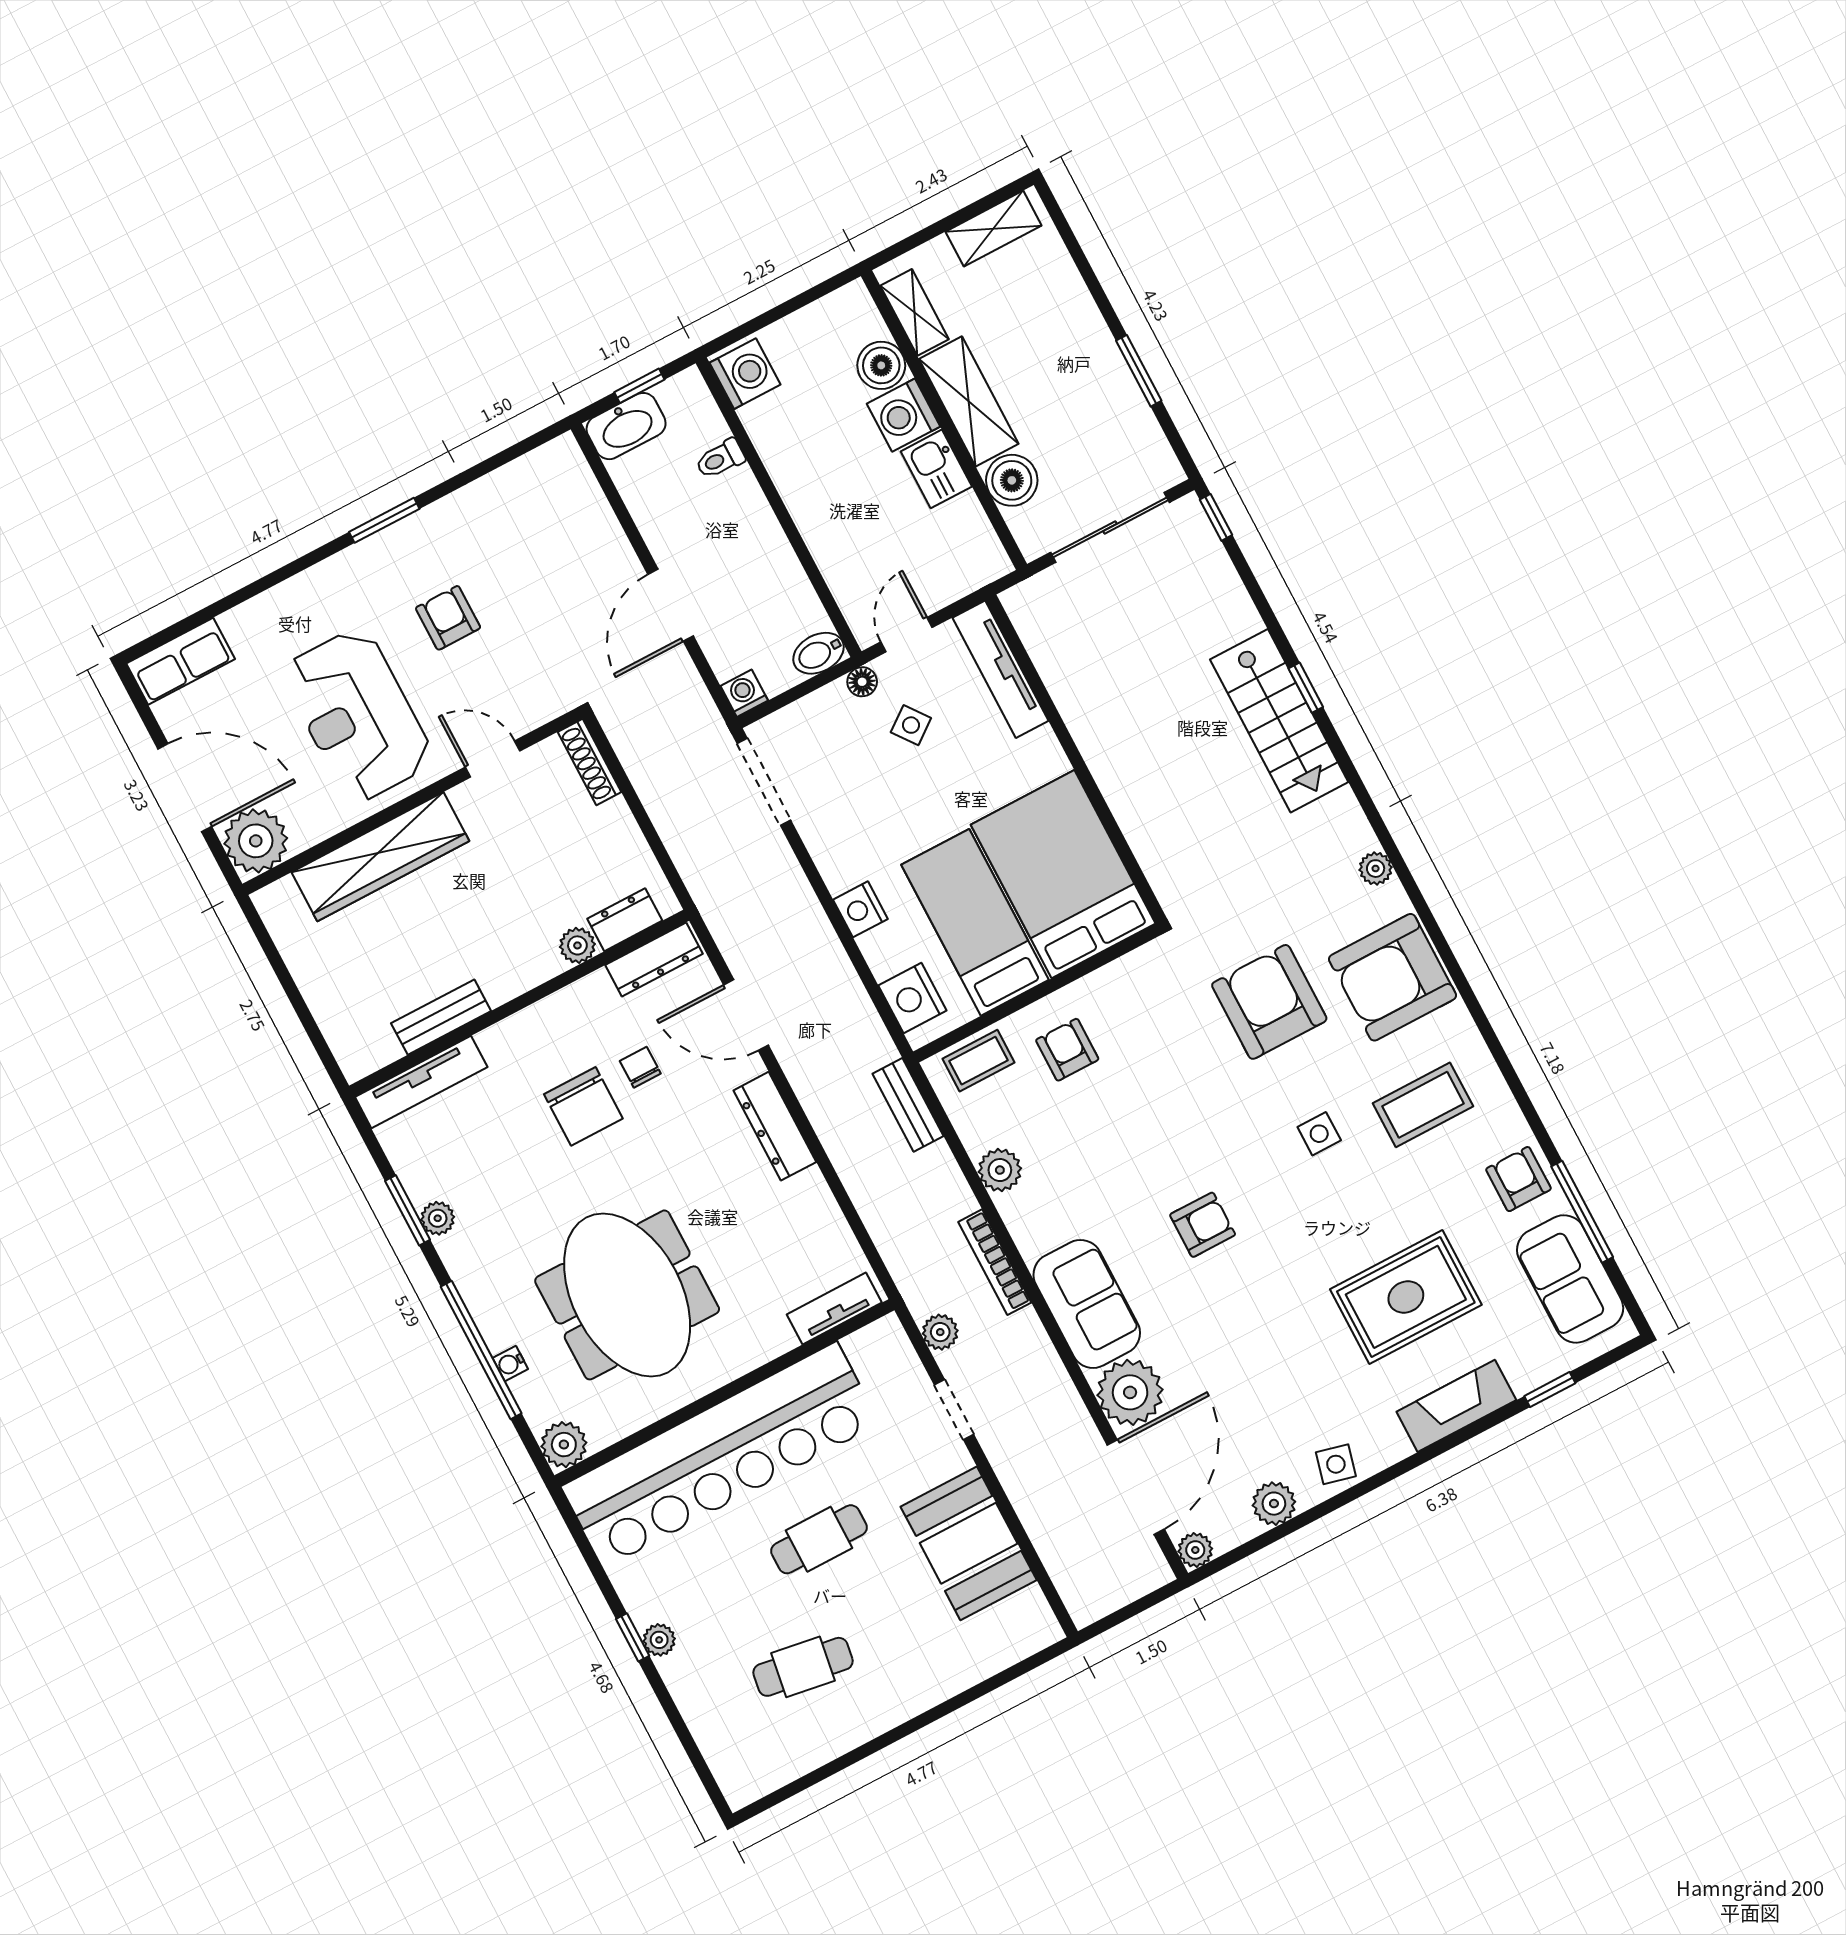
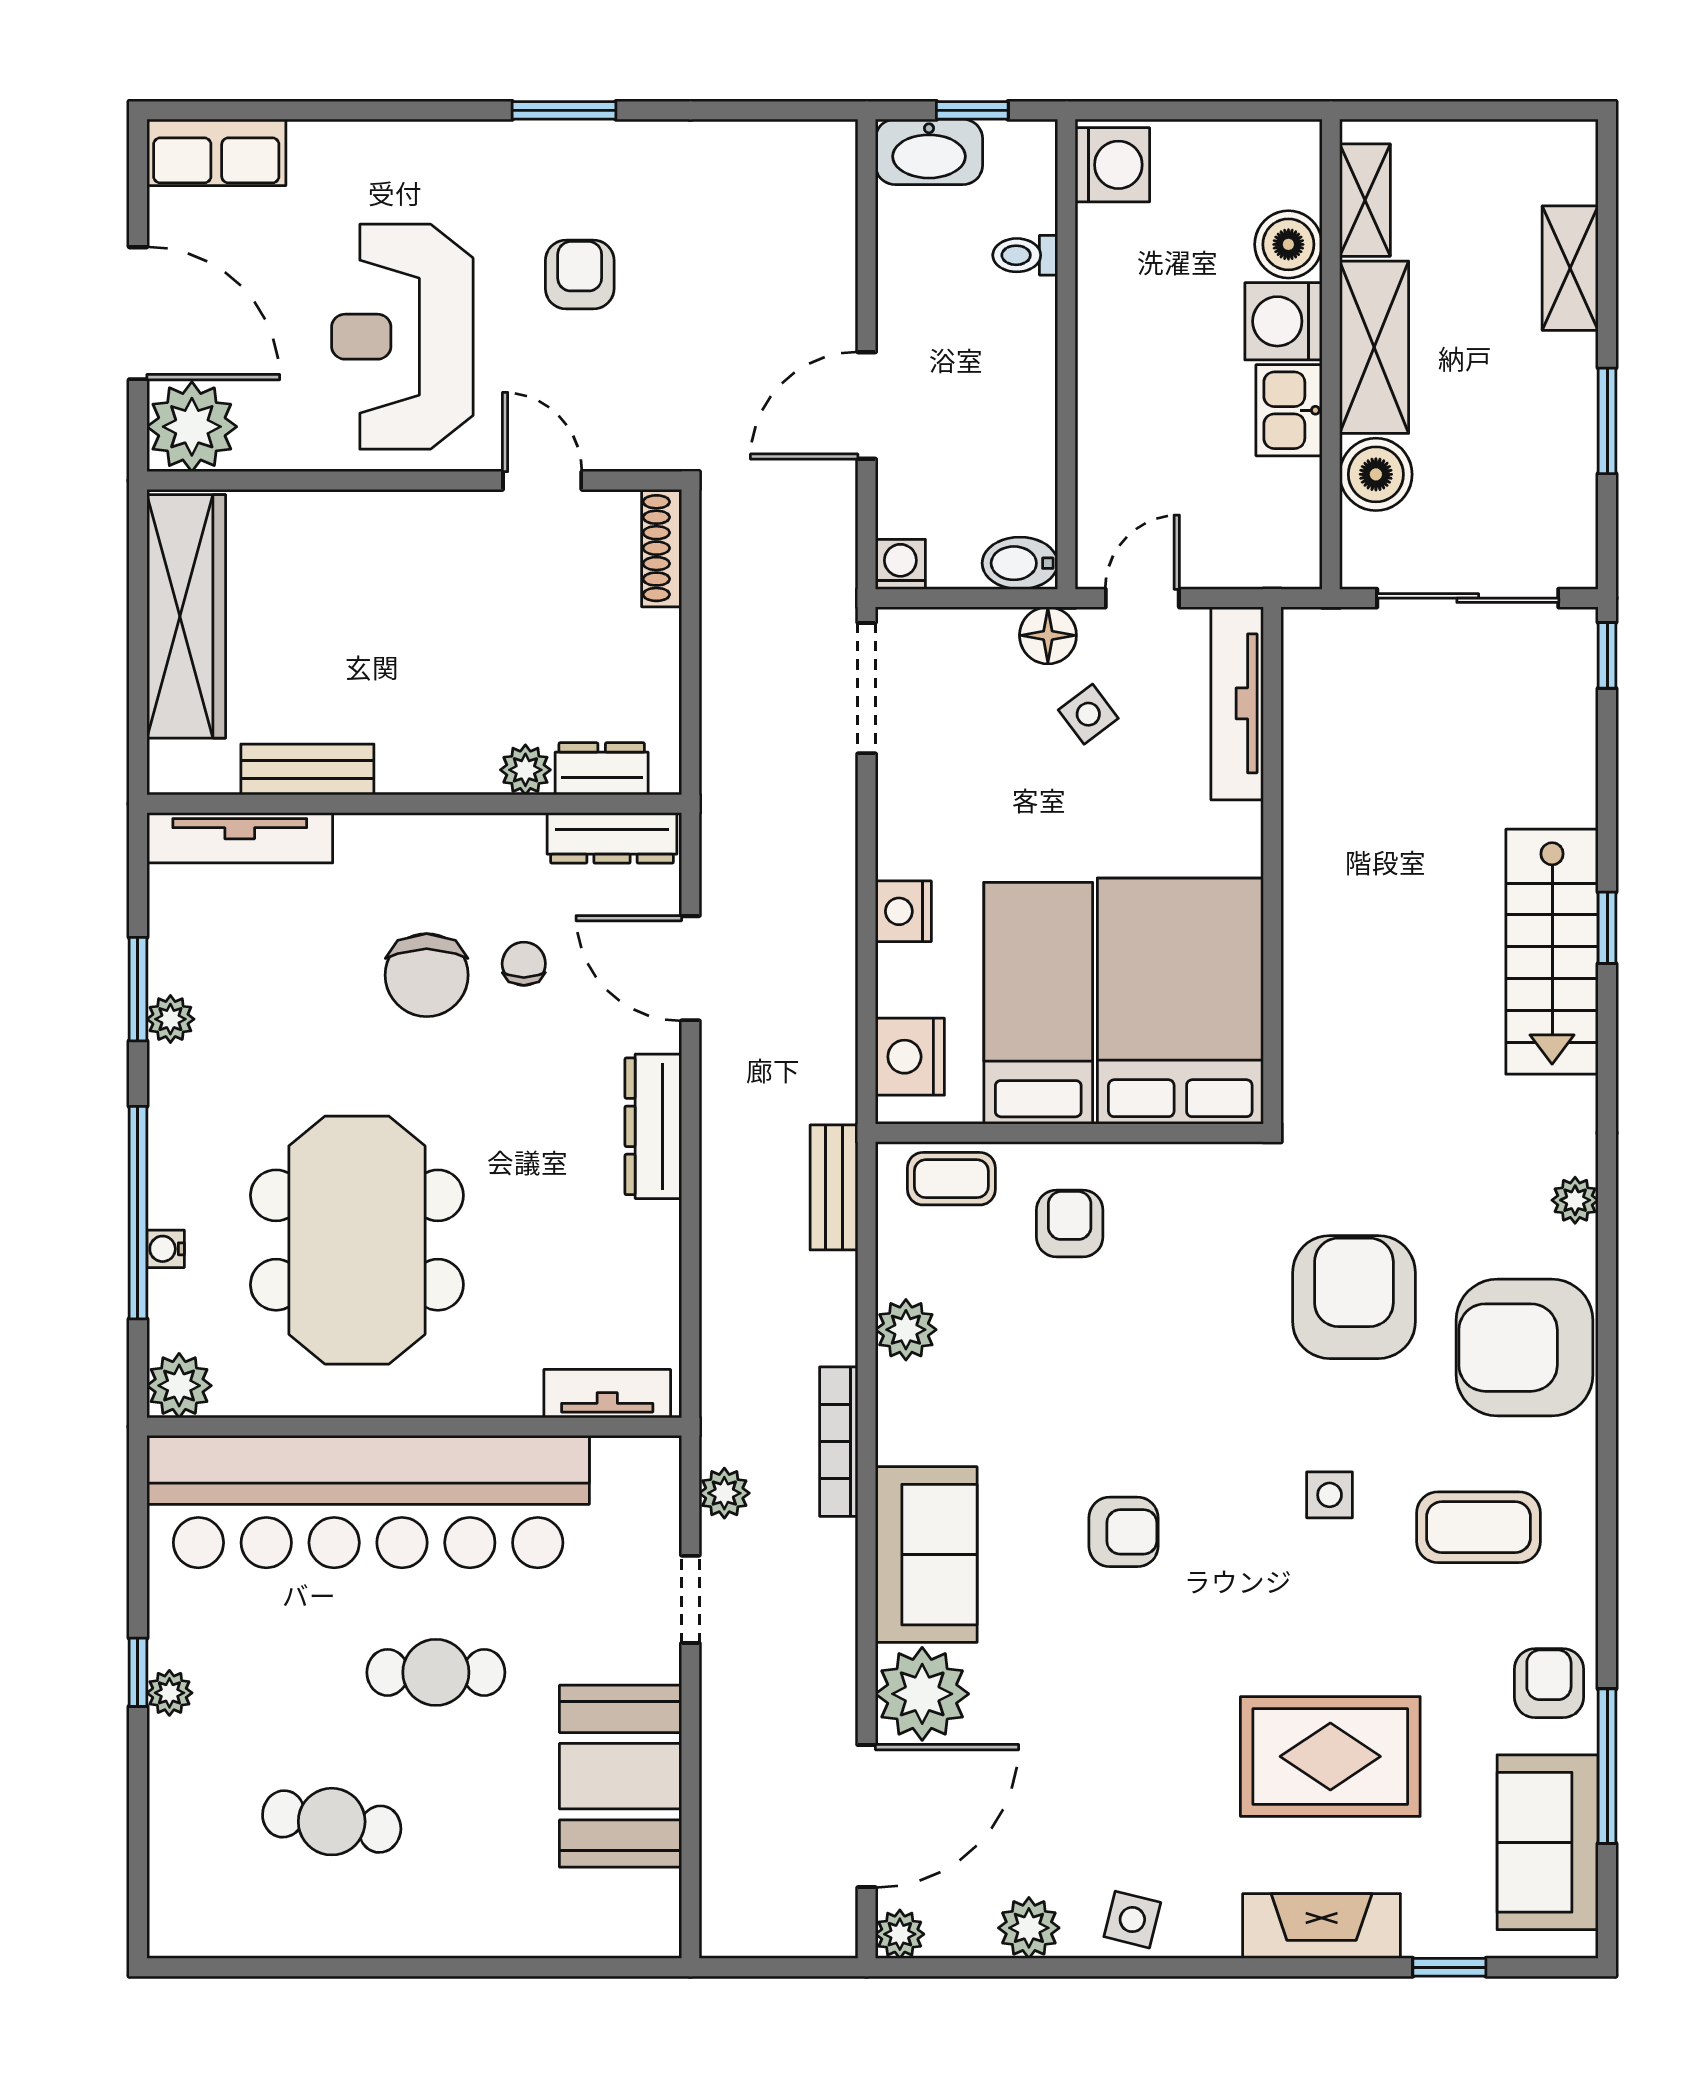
shelving: (994, 229) -> (1570, 268), moved, turned 90
floor lamp: (862, 682) -> (1048, 635), width x1.37, depth x1.37
wardrobe: (380, 857) -> (186, 616), moved, turned -90

